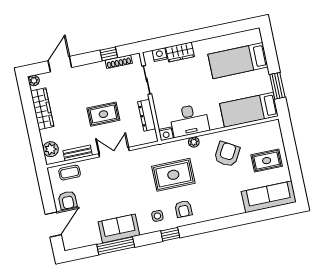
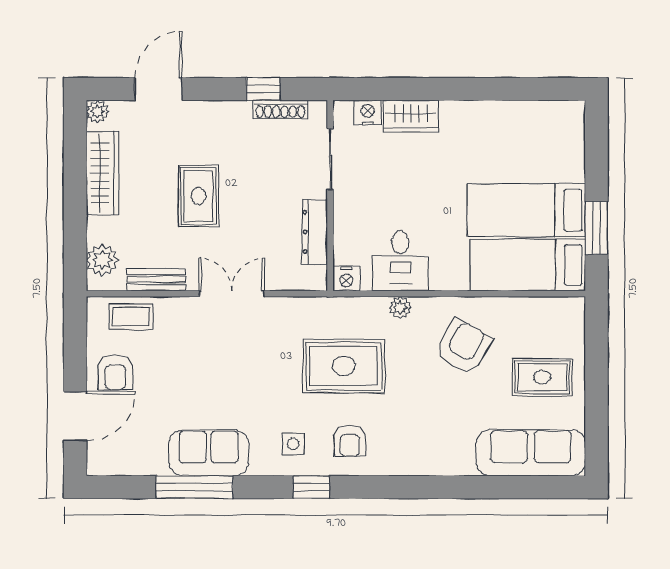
bed: (238, 61) -> (526, 210), moved
rug: (103, 114) -> (199, 196), moved, turned 90
desk: (189, 120) -> (400, 261), width x0.73

